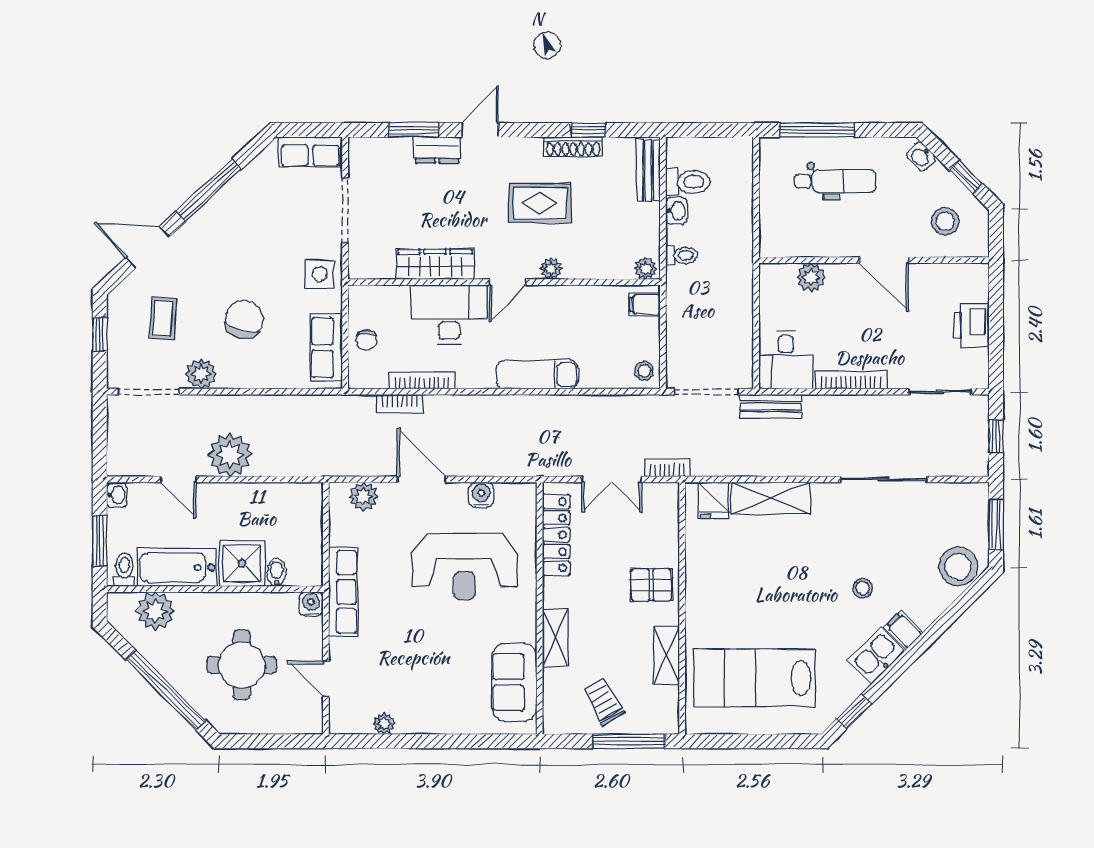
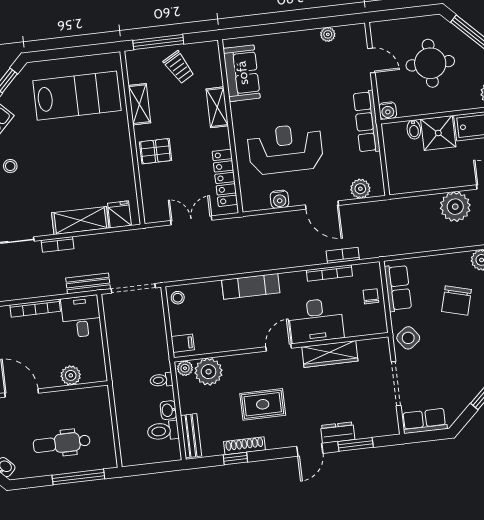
plant: (551, 269) -> (209, 372), moved, width x1.88, depth x1.88
side table: (320, 274) -> (408, 338), turned -37
bookcase: (667, 468) -> (57, 244), moved

